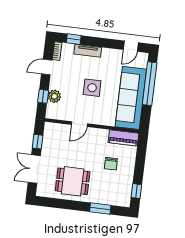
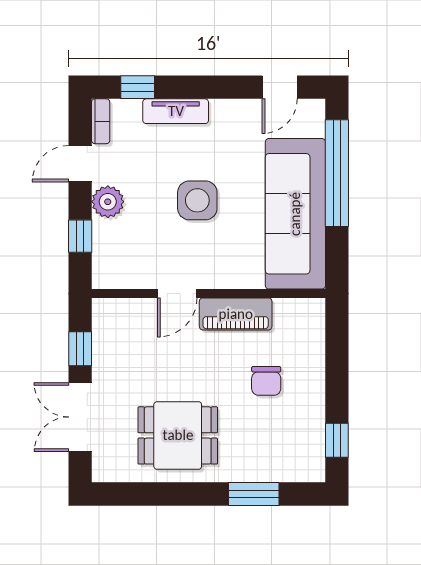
plant: (54, 96) -> (108, 202), moved
piano: (123, 138) -> (236, 314), moved

